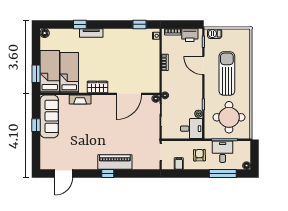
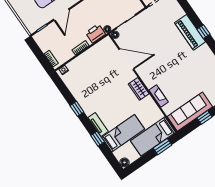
window: (140, 24) -> (77, 109), moved
barbecue: (215, 34) -> (29, 23), removed
printer: (190, 35) -> (95, 33), moved, turned -90
bed: (69, 73) -> (123, 133), moved, turned 180

